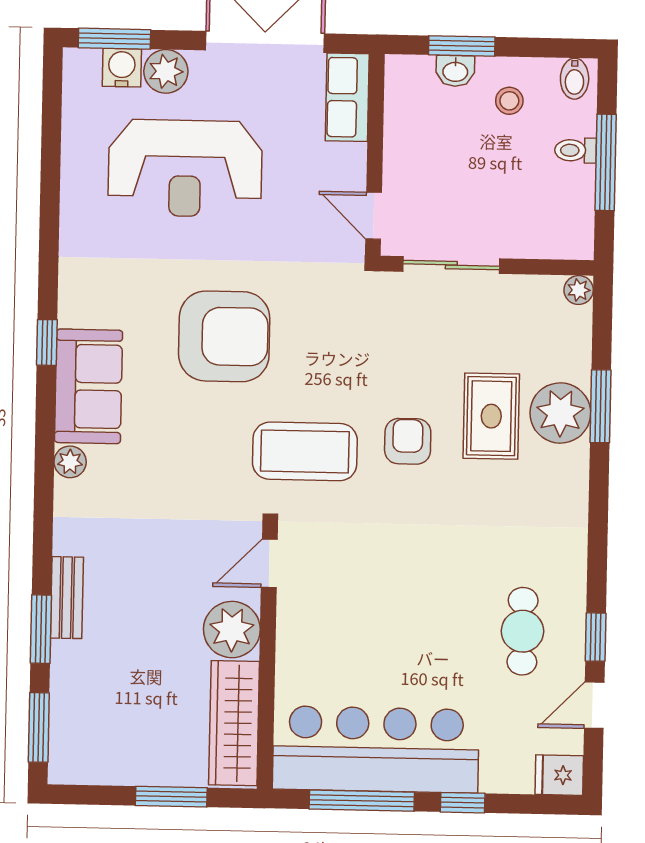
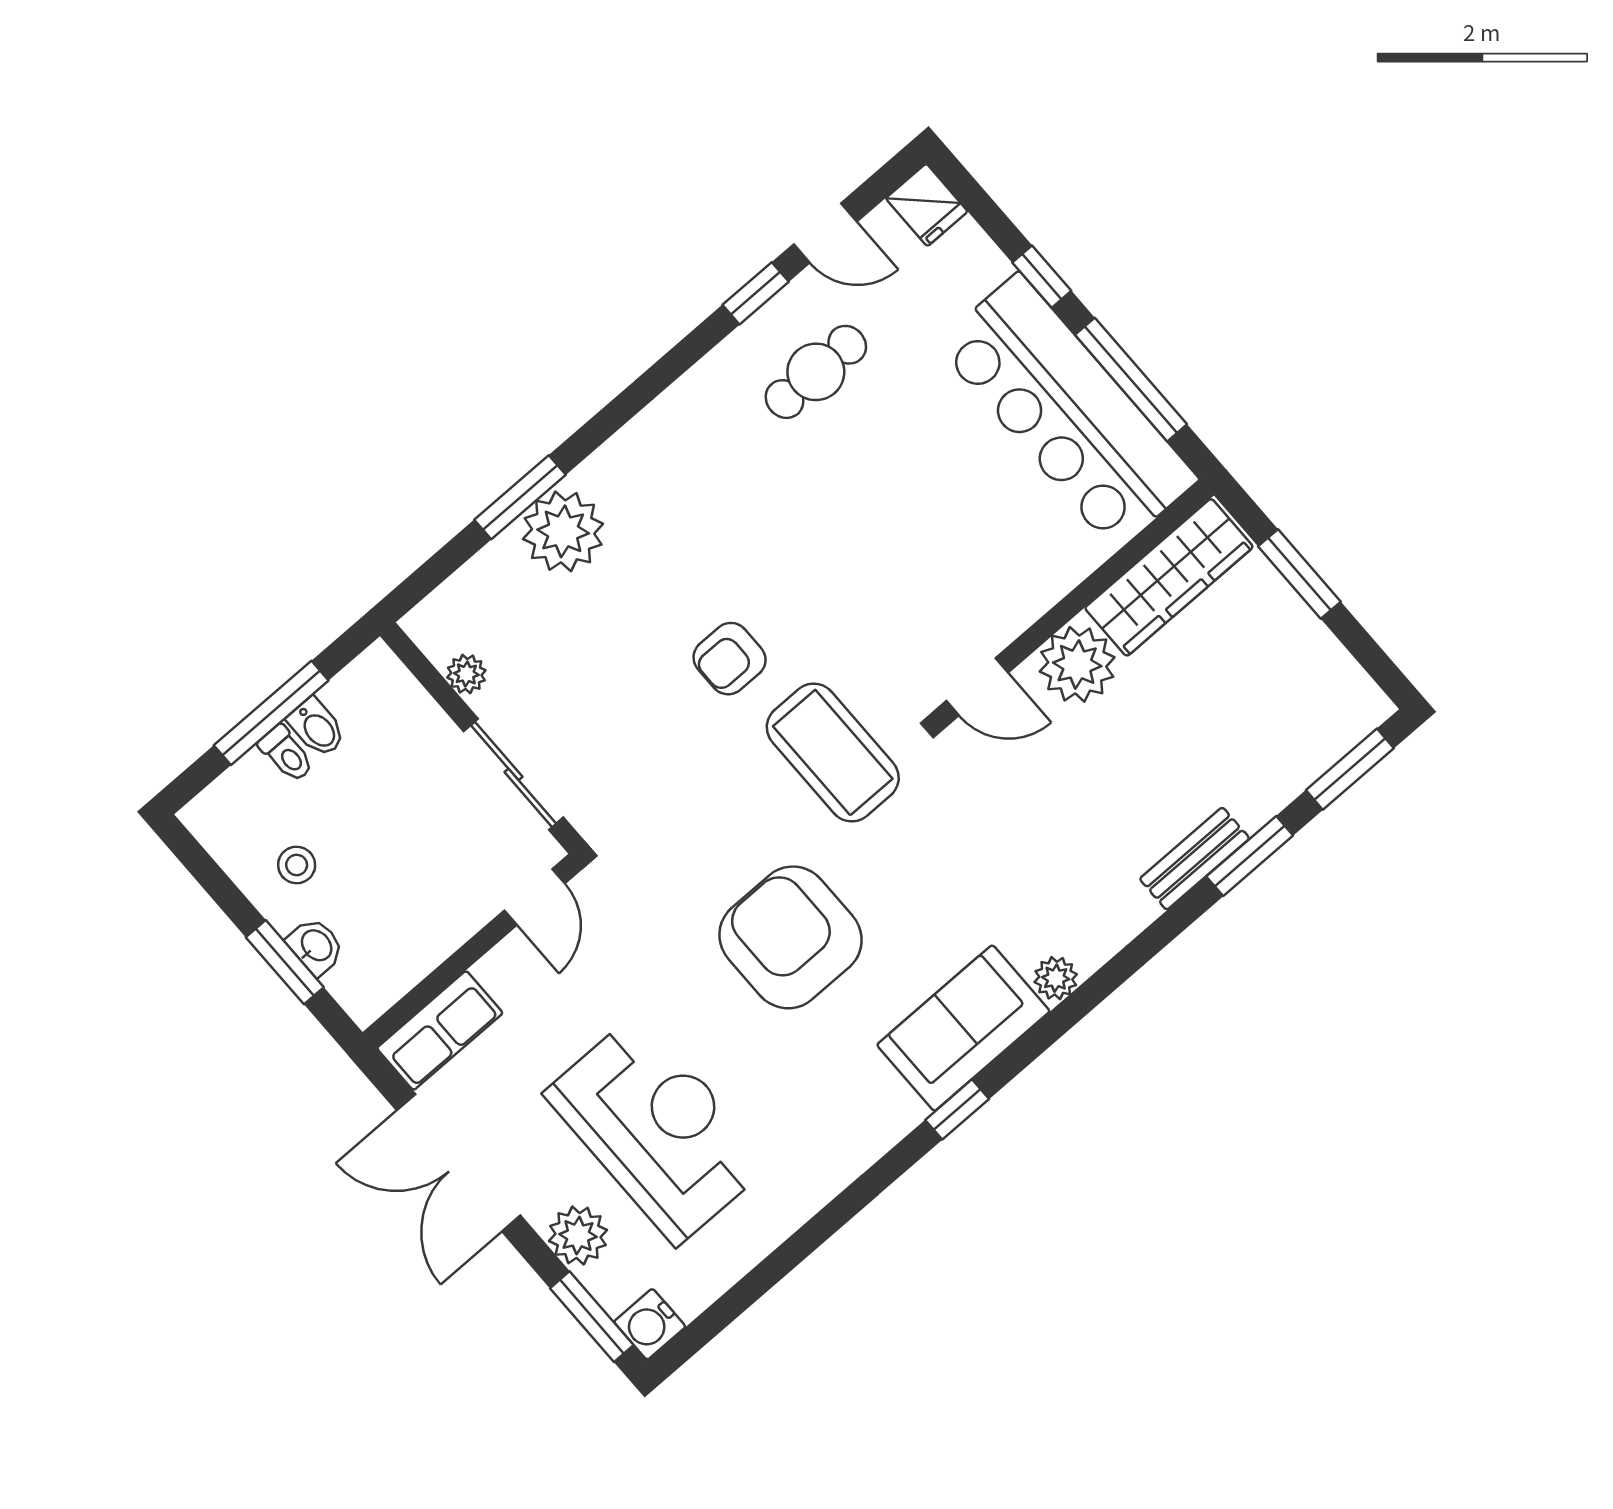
water cooler: (122, 68) -> (650, 1324), moved
bidet: (575, 79) -> (317, 728), moved, turned 90
plant: (579, 290) -> (466, 674), moved
rug: (491, 416) -> (629, 598), removed

